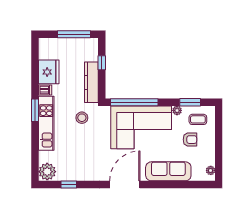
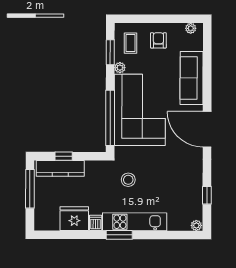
kitchen counter: (91, 82) -> (60, 168), moved
armchair: (190, 140) -> (158, 40), moved
plant: (47, 172) -> (196, 225), width x0.53, depth x0.53

